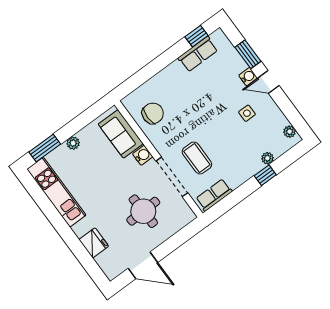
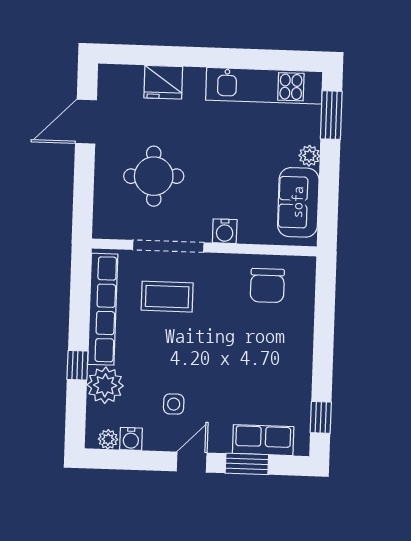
row of seats: (198, 54) -> (263, 440), moved, turned 90
water cooler: (248, 77) -> (131, 439), moved
sofa: (121, 134) -> (298, 202), moved, turned -90
plant: (267, 158) -> (105, 385), width x1.88, depth x1.88
row of seats: (214, 195) -> (103, 309), width x2.02

